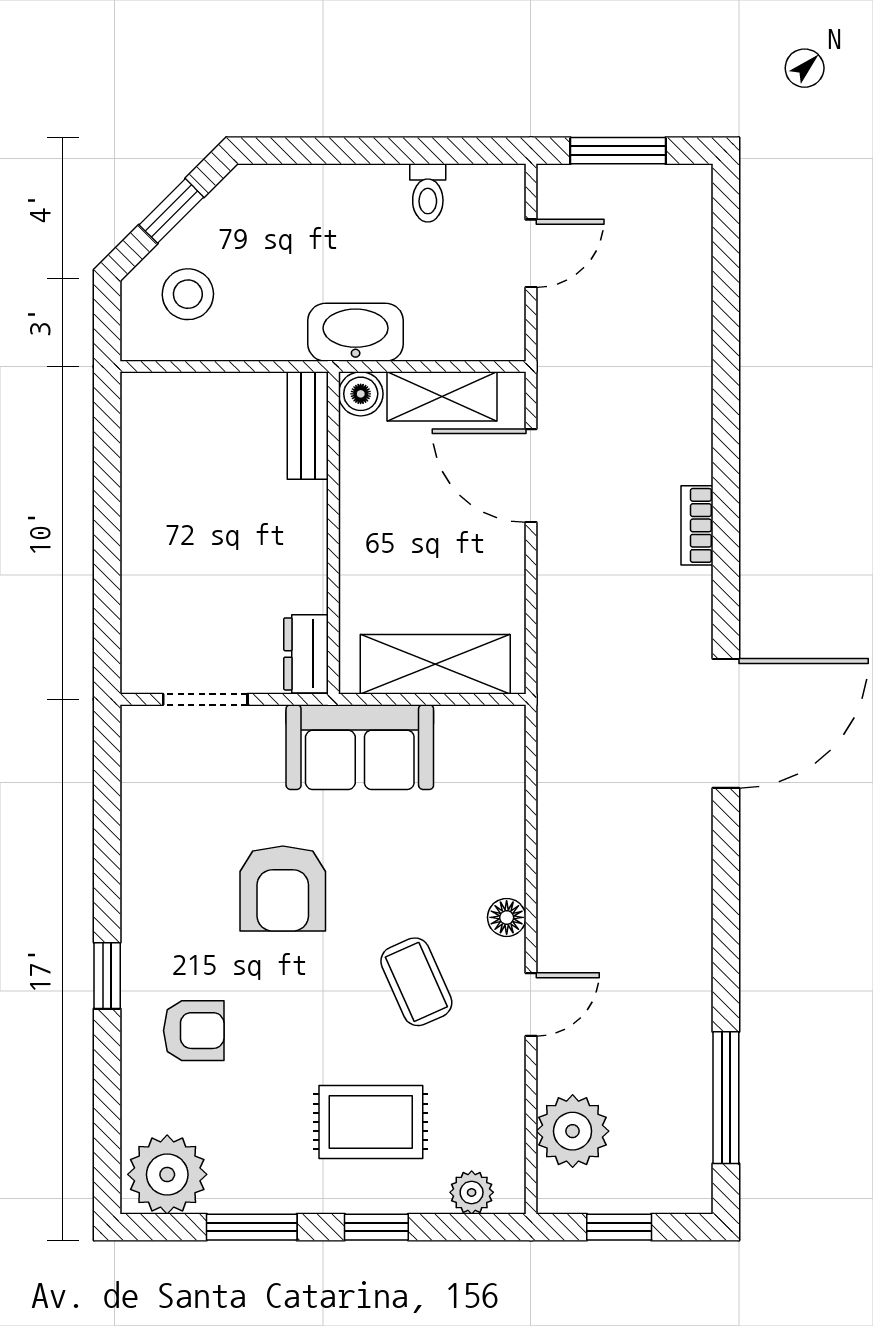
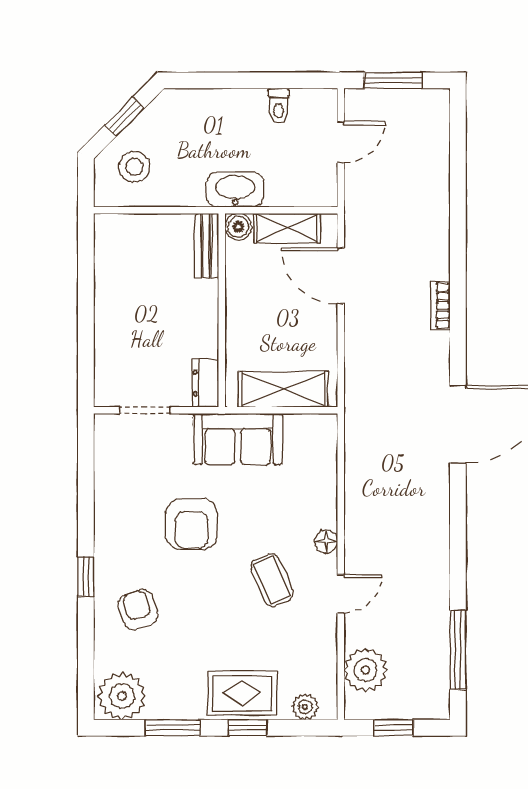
armchair: (194, 1031) -> (138, 609), turned -108
rug: (371, 1122) -> (242, 693), moved

